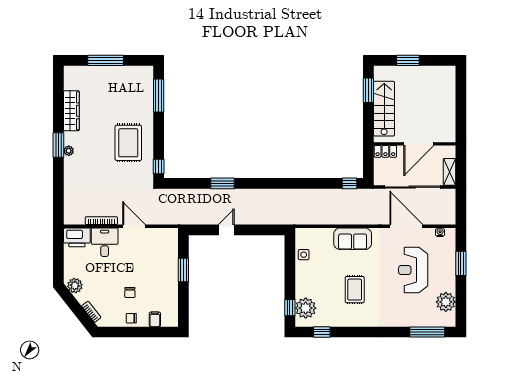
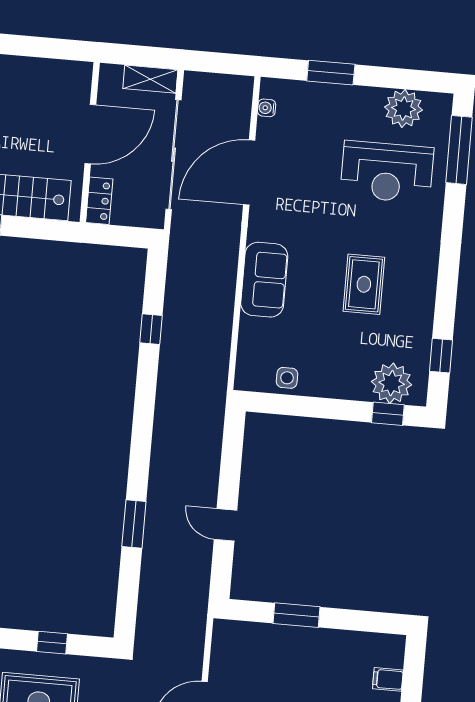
door: (419, 144) -> (90, 134), hinge flipped
window: (159, 166) -> (52, 643), moved
window: (350, 183) -> (151, 329), moved
reception desk: (413, 270) -> (387, 172), moved
rug: (355, 290) -> (364, 284), turned 90

